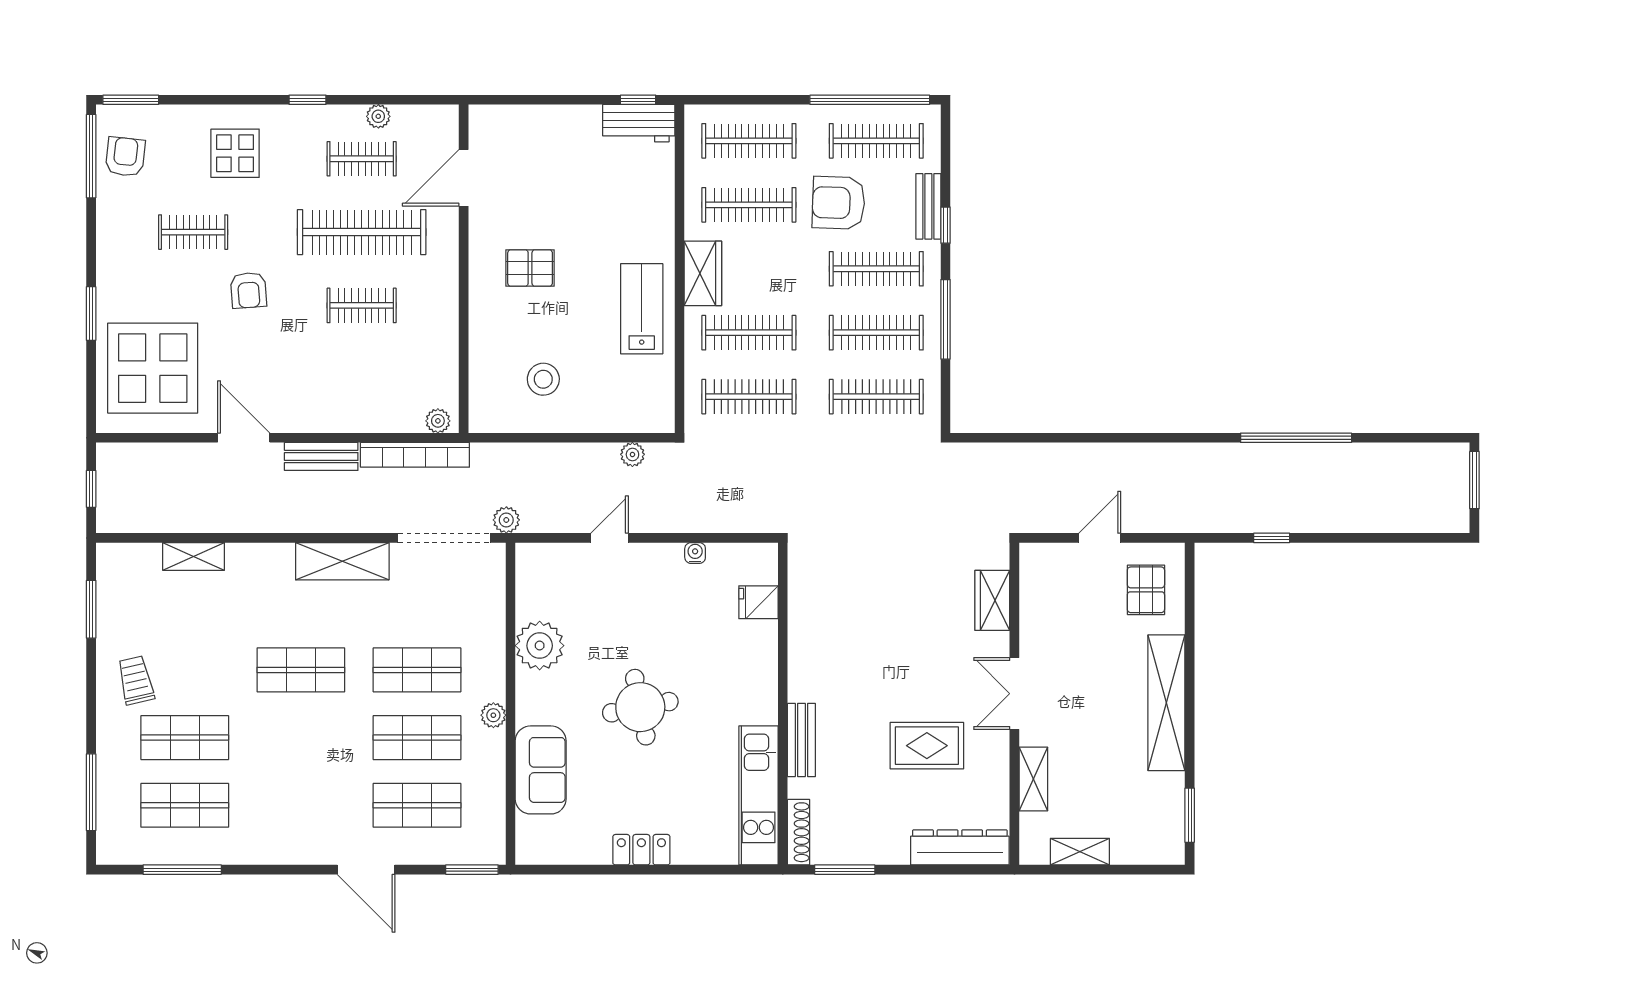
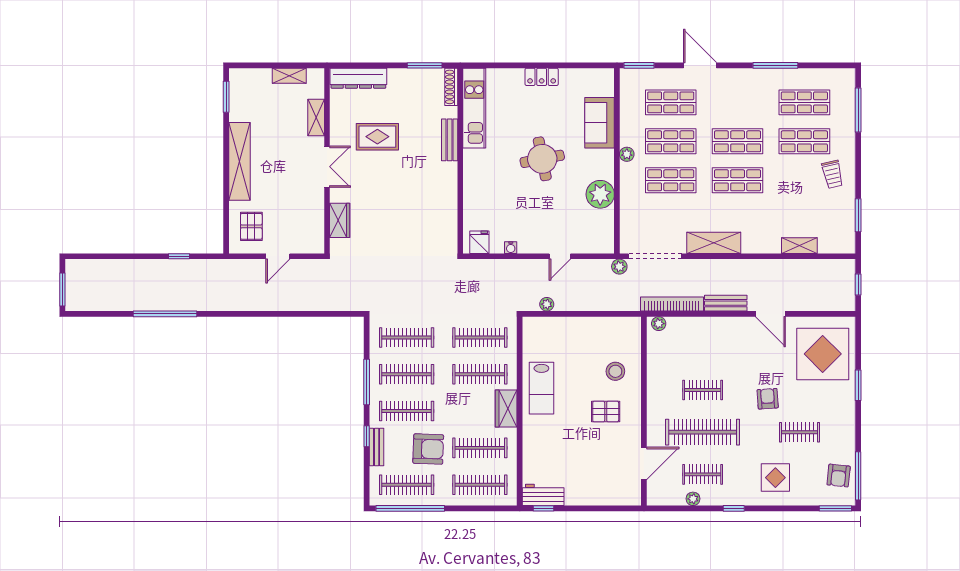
stool: (543, 379) -> (615, 371), moved
fridge: (758, 602) -> (479, 242), moved, turned -90
shop shelf: (301, 738) -> (738, 141), added
window: (182, 870) -> (775, 65), moved

